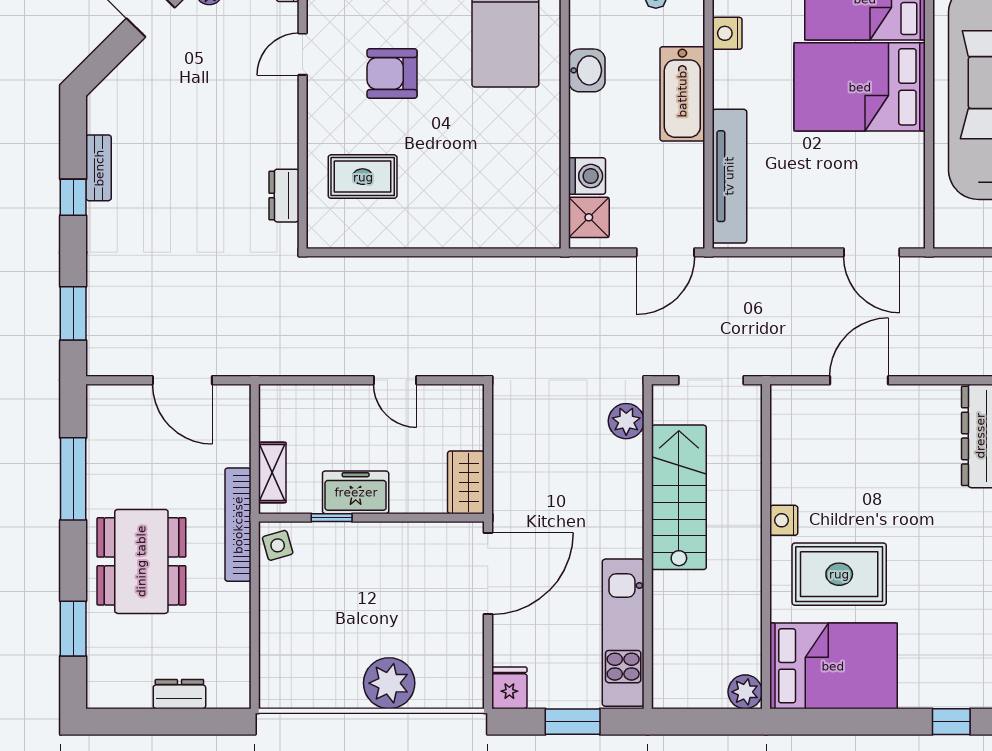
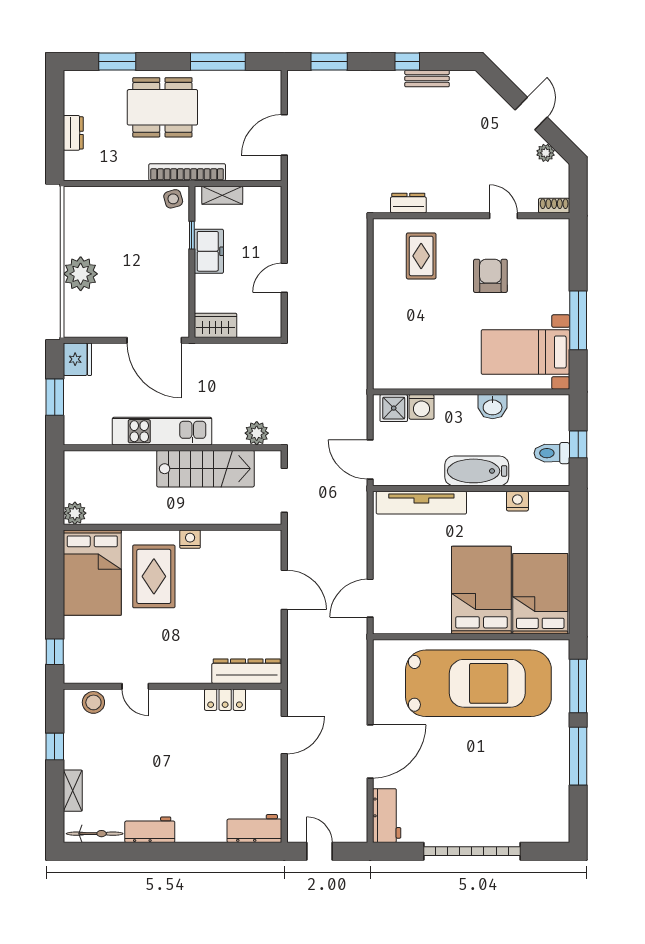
kitchen unit: (623, 633) -> (162, 431), moved
fridge: (509, 688) -> (77, 359), width x1.38

